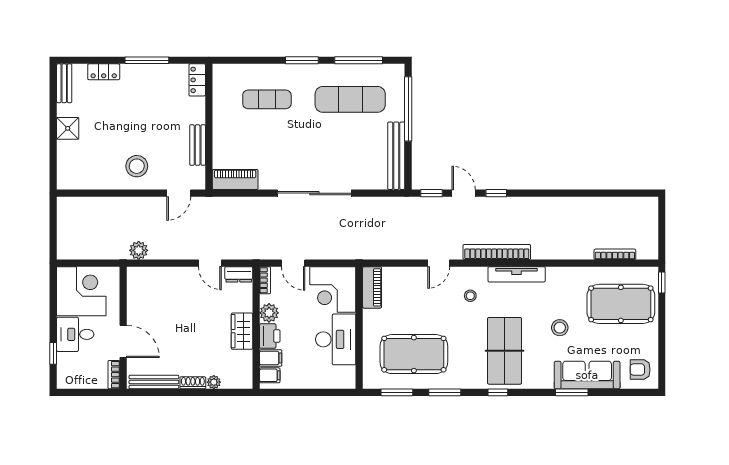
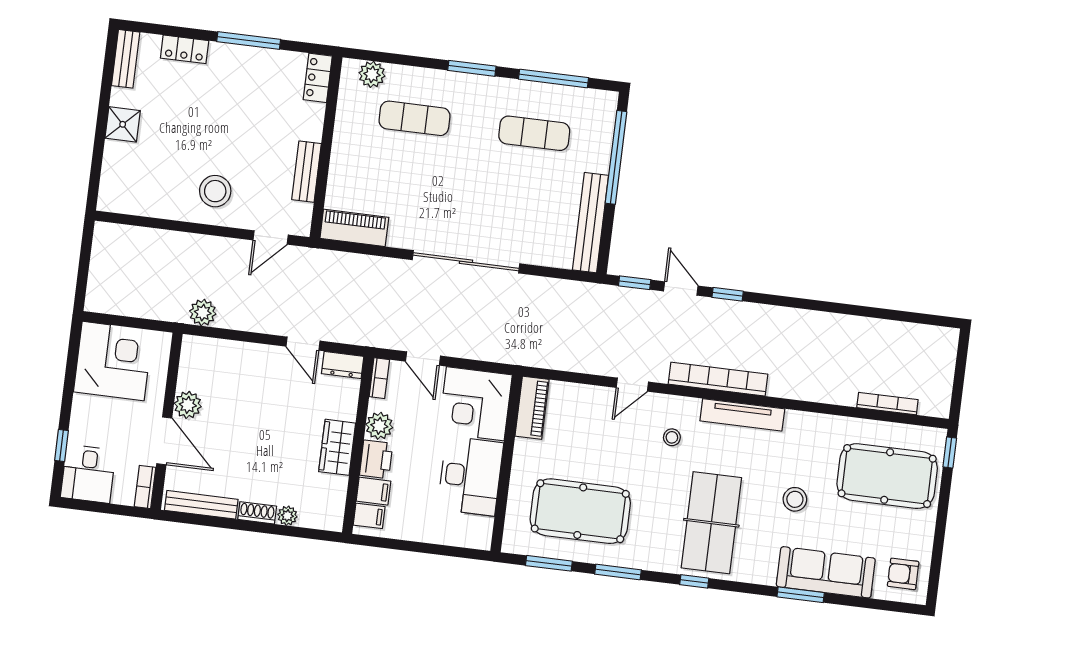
plant: (234, 73) -> (372, 74), added
exercise mat: (350, 99) -> (534, 133), width x0.73, depth x0.69
plant: (136, 315) -> (188, 405), added
desk: (75, 334) -> (88, 474), moved, turned -90

